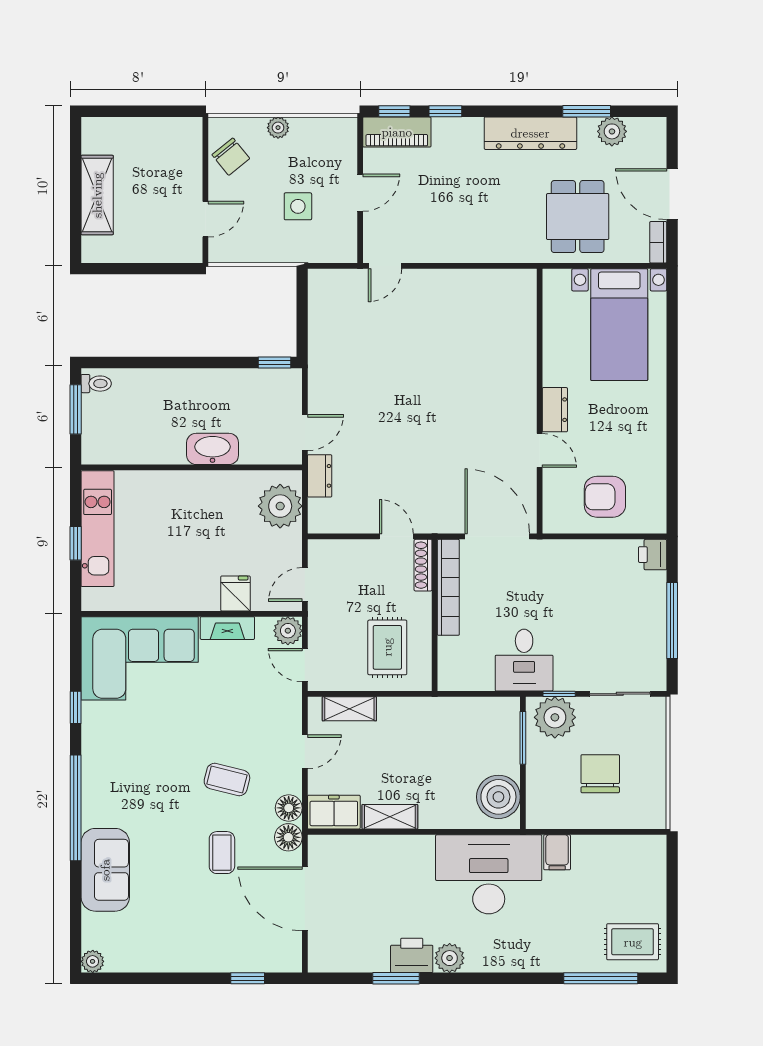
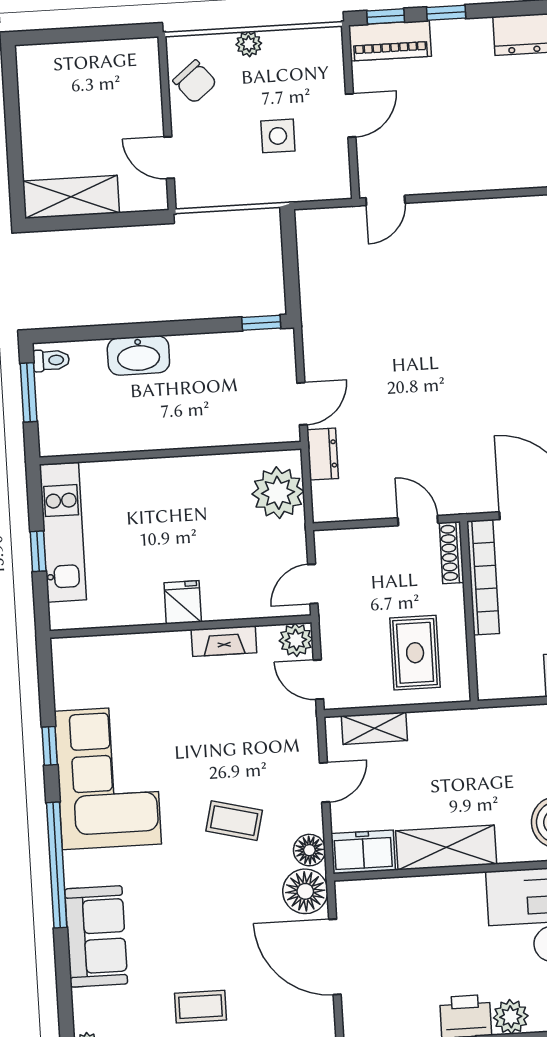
shelving: (97, 195) -> (71, 197), moved, turned 90
door: (205, 219) -> (169, 158), swing flipped
washbasin: (213, 449) -> (138, 355), moved, turned 180
fridge: (235, 593) -> (183, 602), moved
corner sofa: (140, 658) -> (108, 778), moved, turned -90
shelving: (390, 817) -> (446, 847), width x1.50, depth x1.33
floor lamp: (288, 837) -> (305, 891), width x1.38, depth x1.38
coffee table: (222, 853) -> (201, 1007), moved, turned 90

